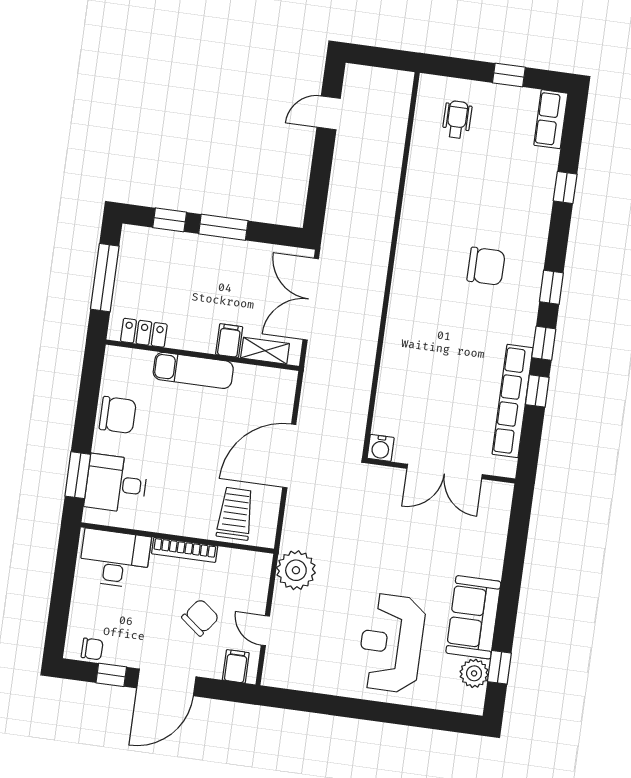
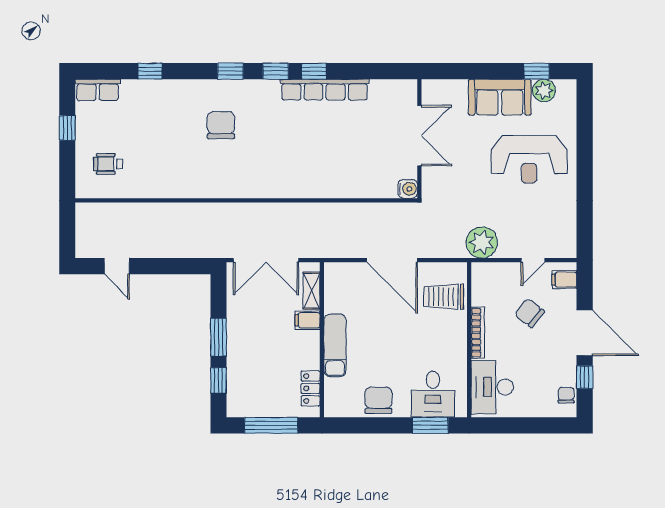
water cooler: (381, 448) -> (408, 189), moved
wall: (441, 471) -> (419, 139), moved
double door: (445, 471) -> (419, 136), moved

